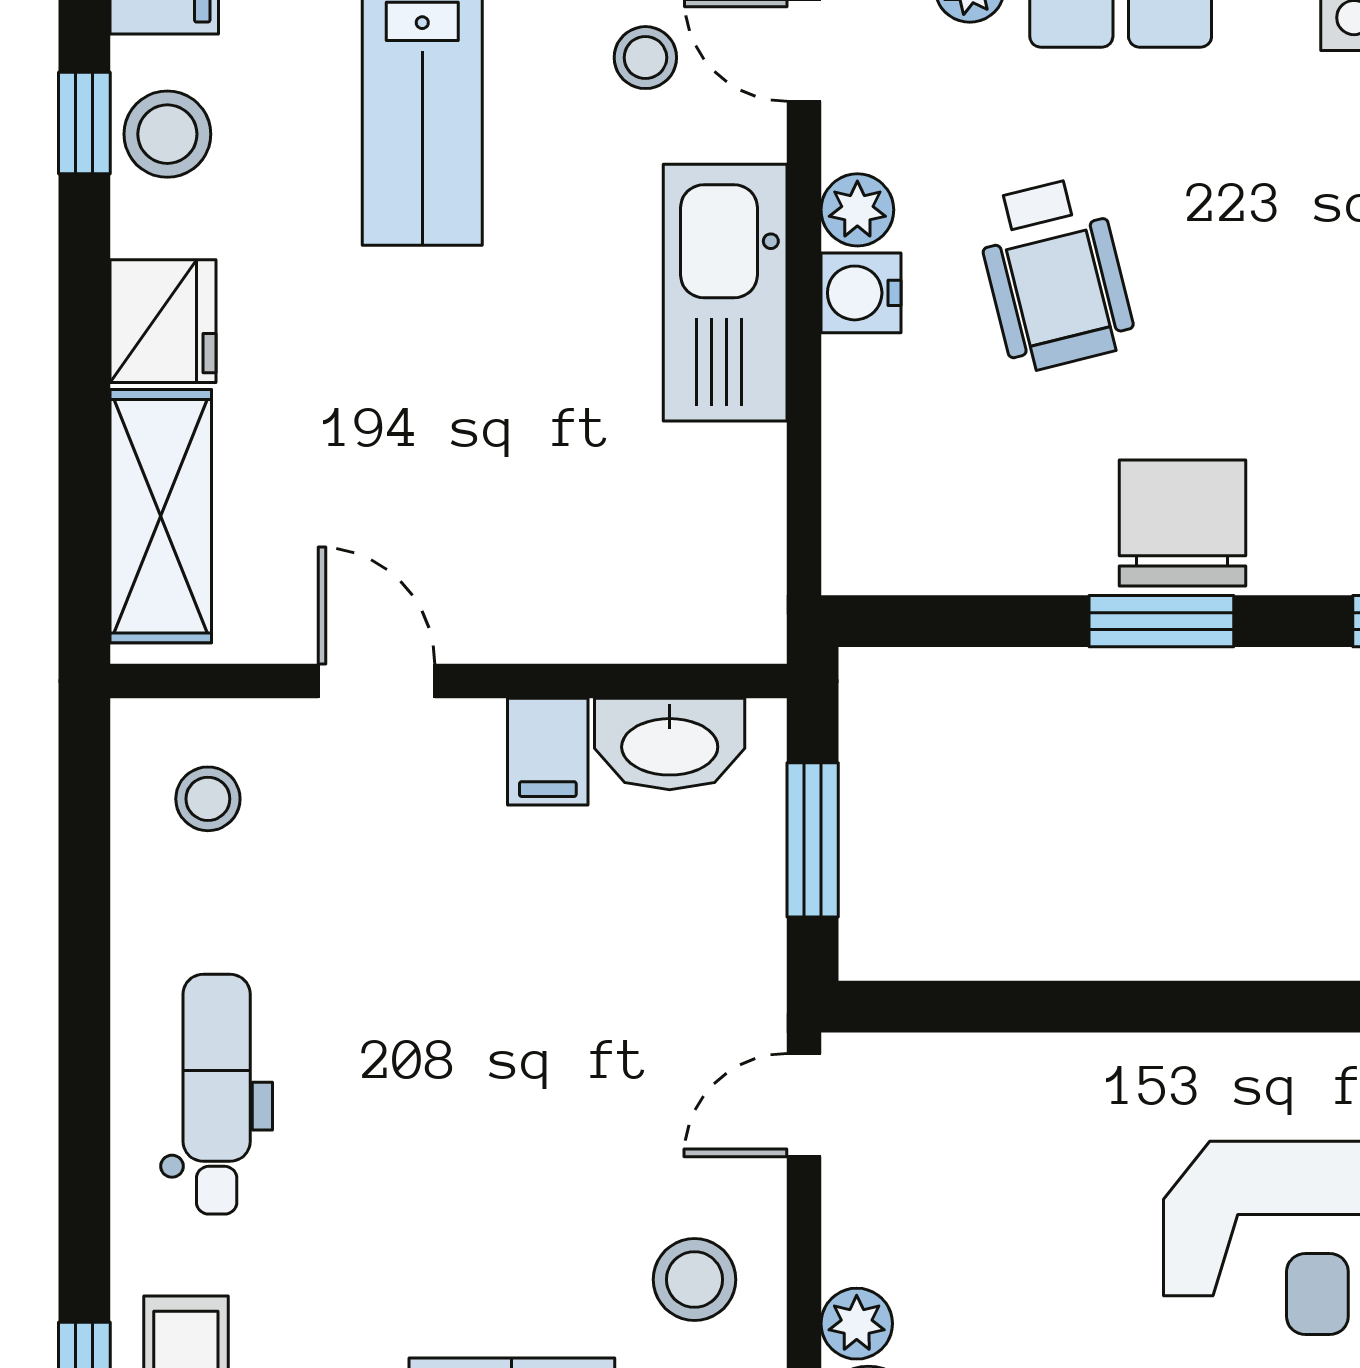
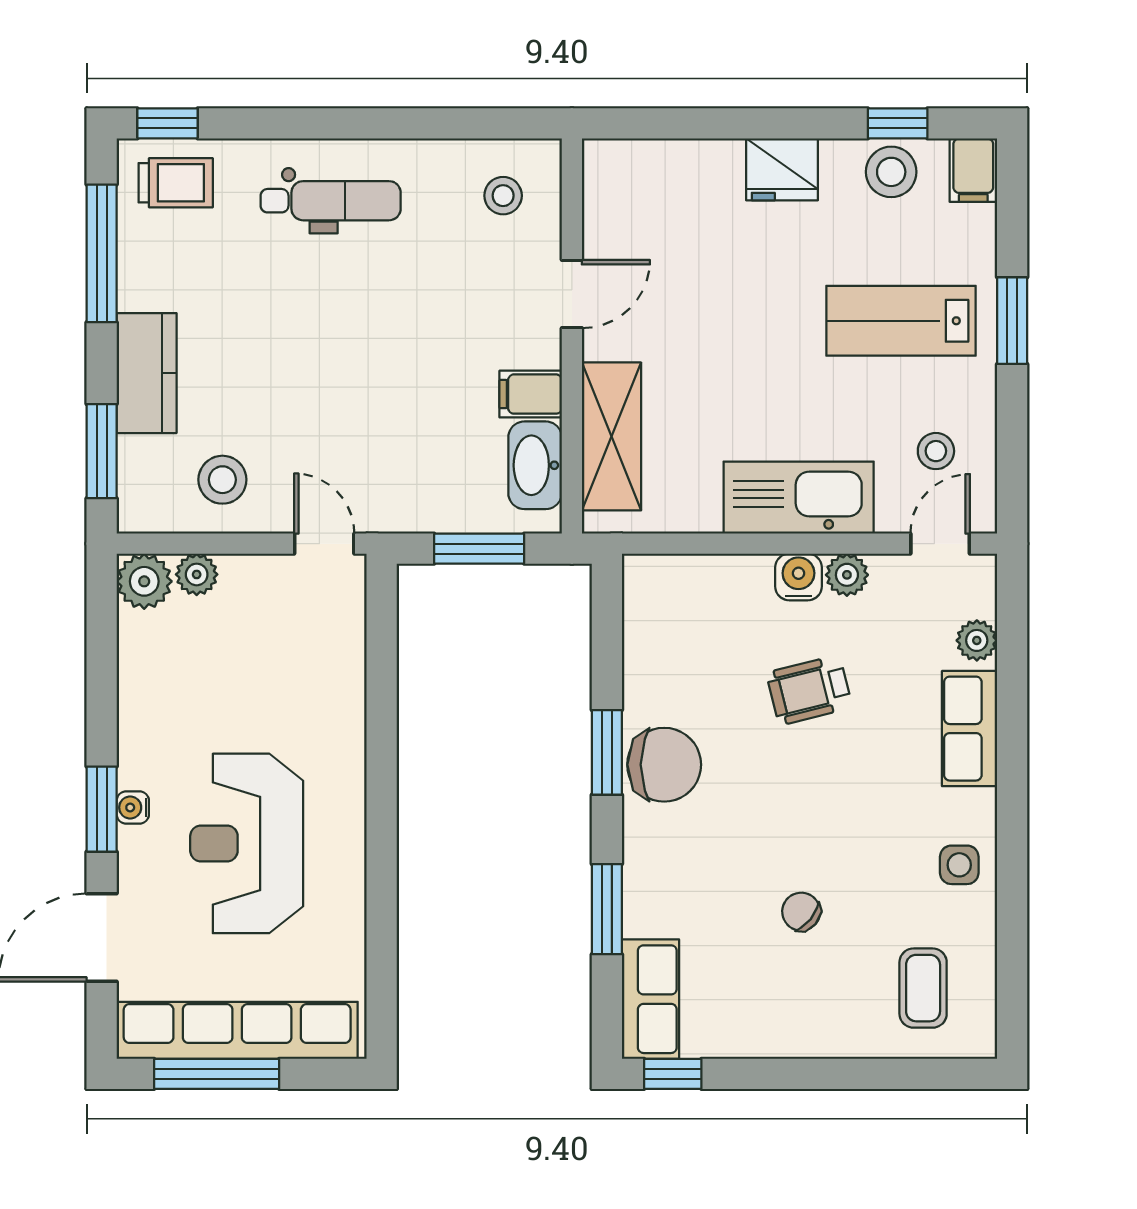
wheelchair: (1055, 274) -> (809, 690), width x0.73, depth x0.73
shelving: (161, 516) -> (611, 436), moved, turned 90

